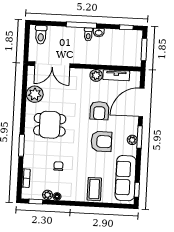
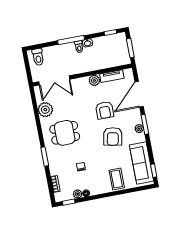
armchair: (101, 141) -> (113, 136), turned 101

